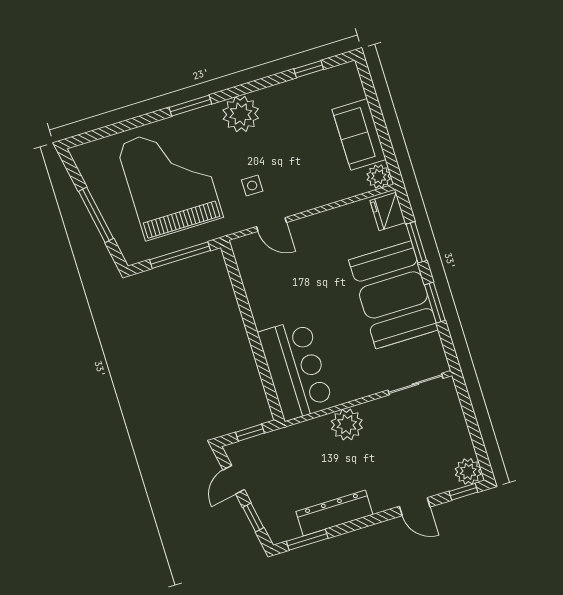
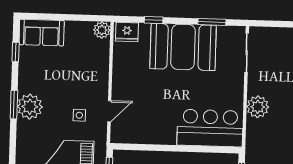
window: (190, 106) -> (14, 105), moved
sofa: (359, 134) -> (42, 33), moved
window: (416, 242) -> (154, 20), width x0.67
window: (435, 303) -> (212, 22), moved

